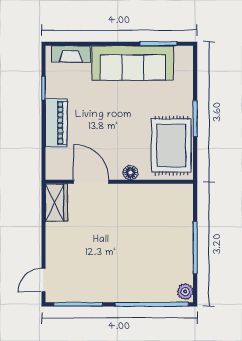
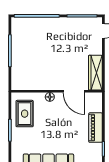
rug: (171, 146) -> (25, 114), width x0.73, depth x0.70
wardrobe: (56, 203) -> (95, 73), width x1.50
plant: (185, 292) -> (16, 24), removed

